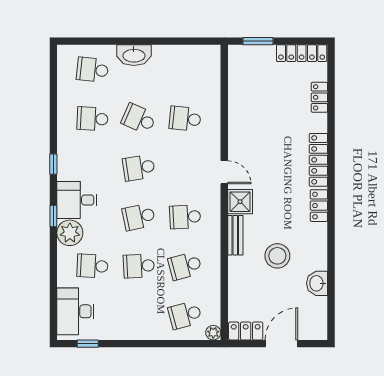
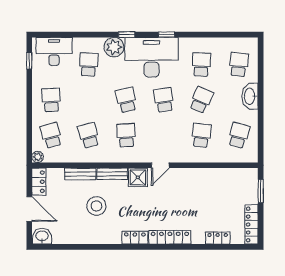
school desk: (185, 70) -> (239, 135), added
desk: (77, 200) -> (152, 57), width x1.87, depth x1.30
school desk: (139, 266) -> (51, 100), moved
bench: (236, 277) -> (80, 174), added
washbasin: (317, 283) -> (42, 236), moved

